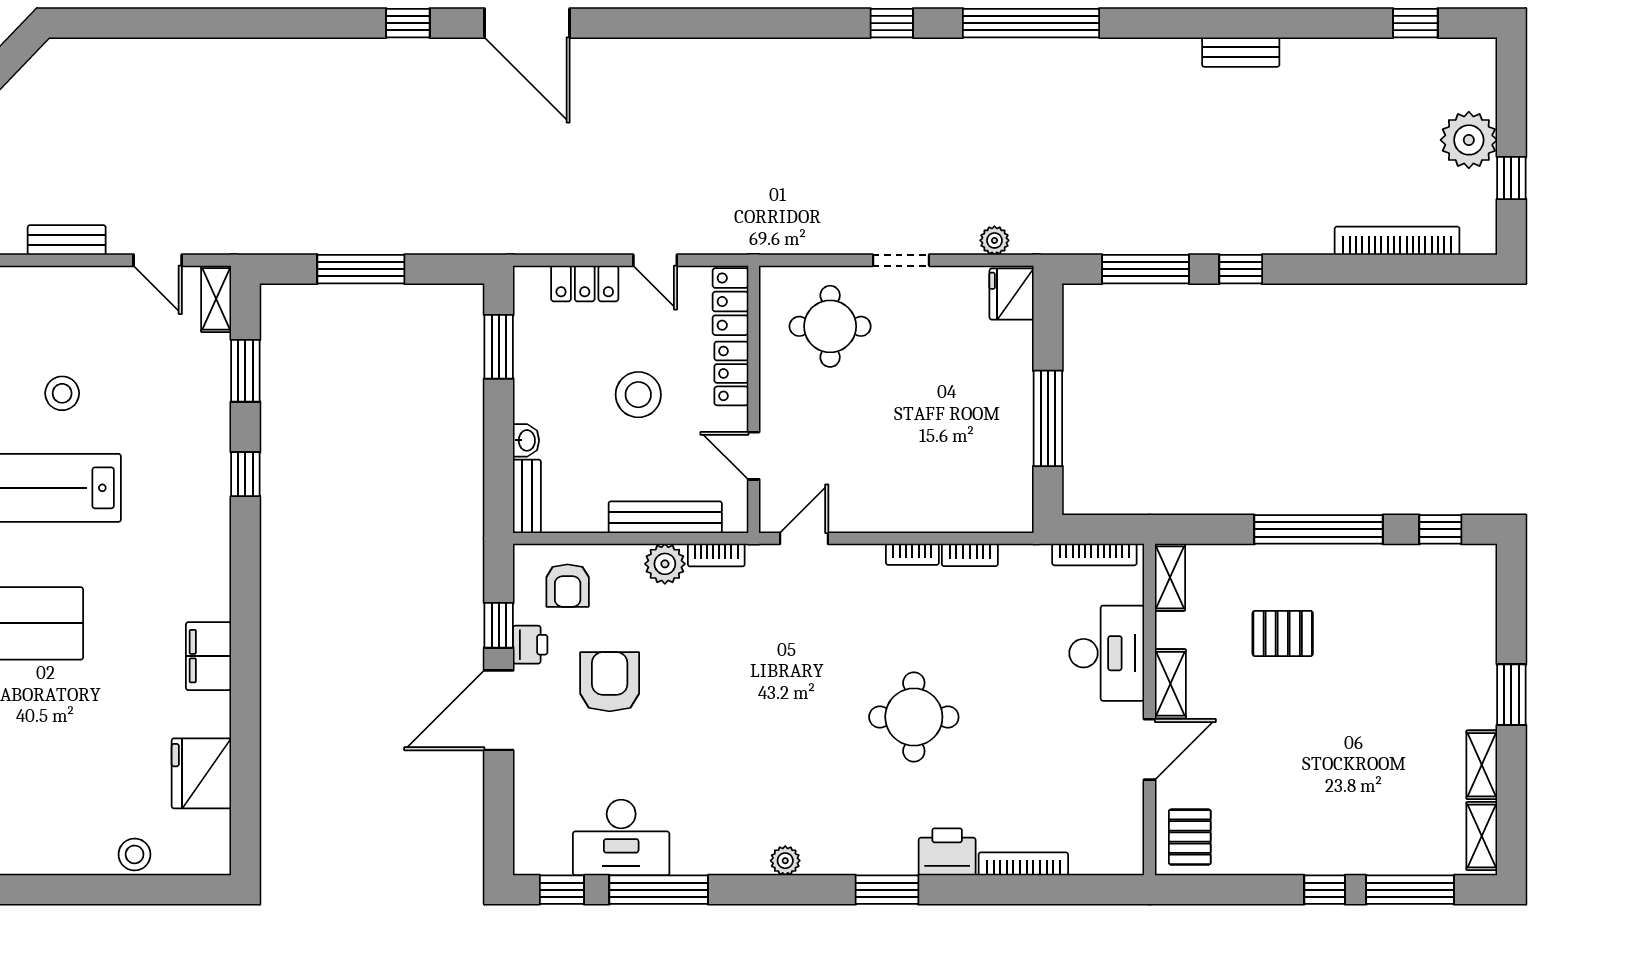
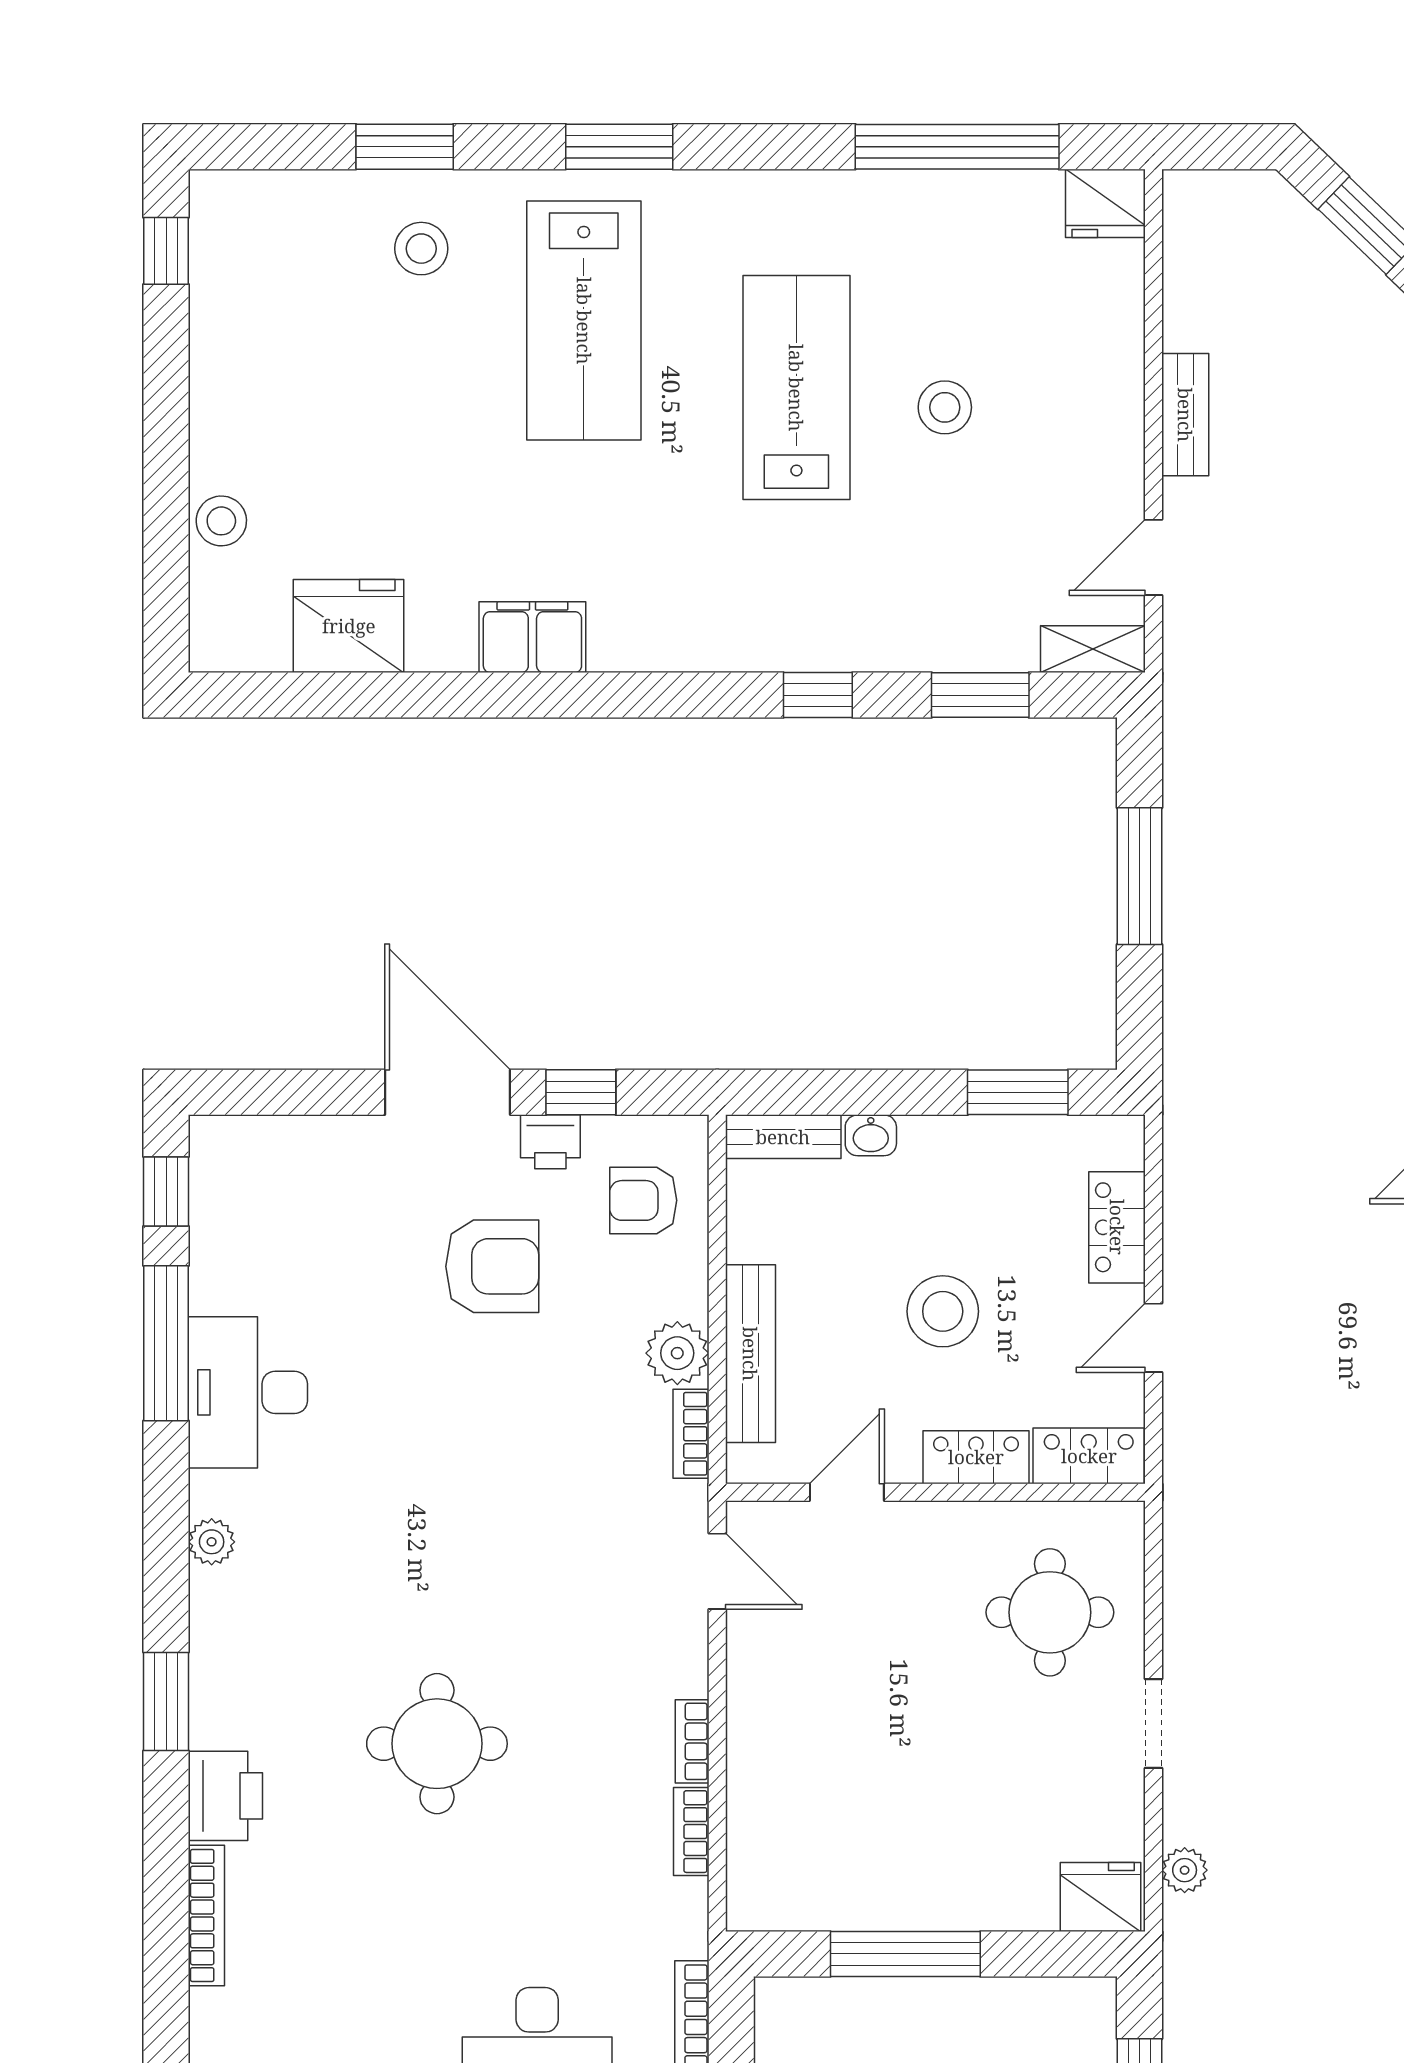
desk: (621, 837) -> (248, 1392), moved

